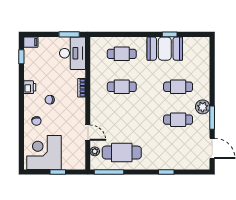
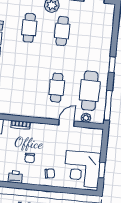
cafe table: (122, 87) -> (57, 88), moved
window: (58, 172) -> (102, 170), moved
window: (166, 172) -> (112, 65), moved

